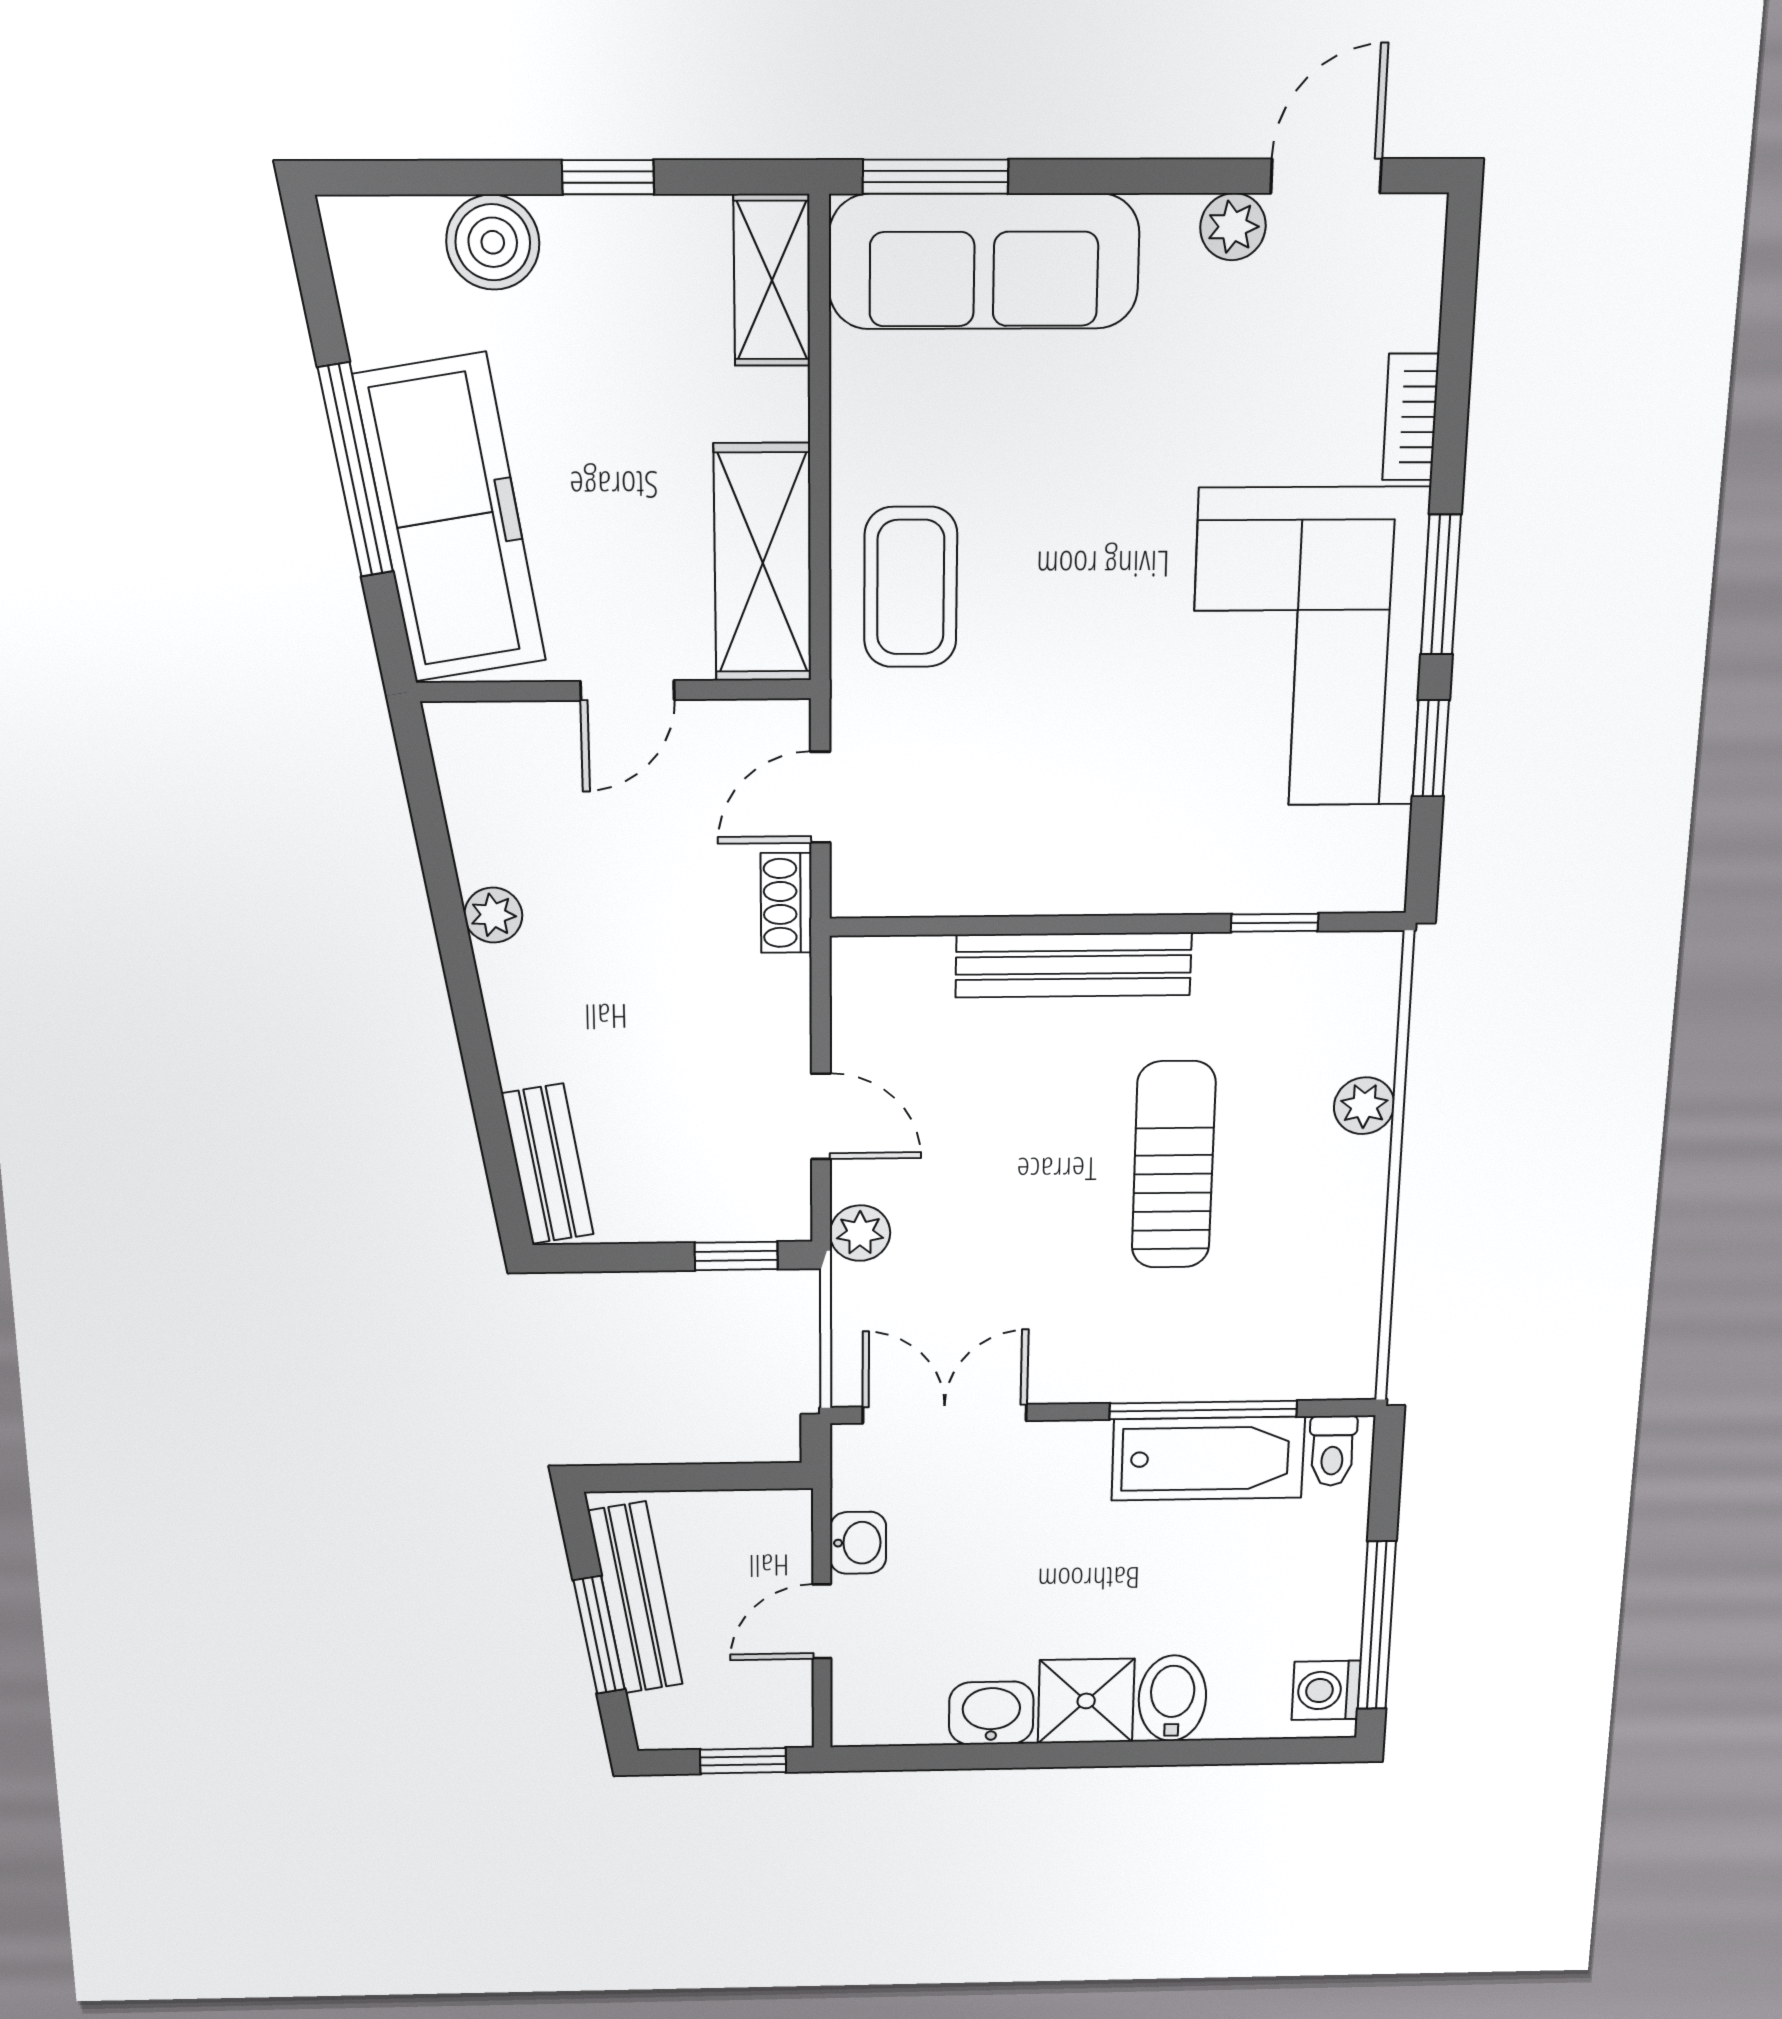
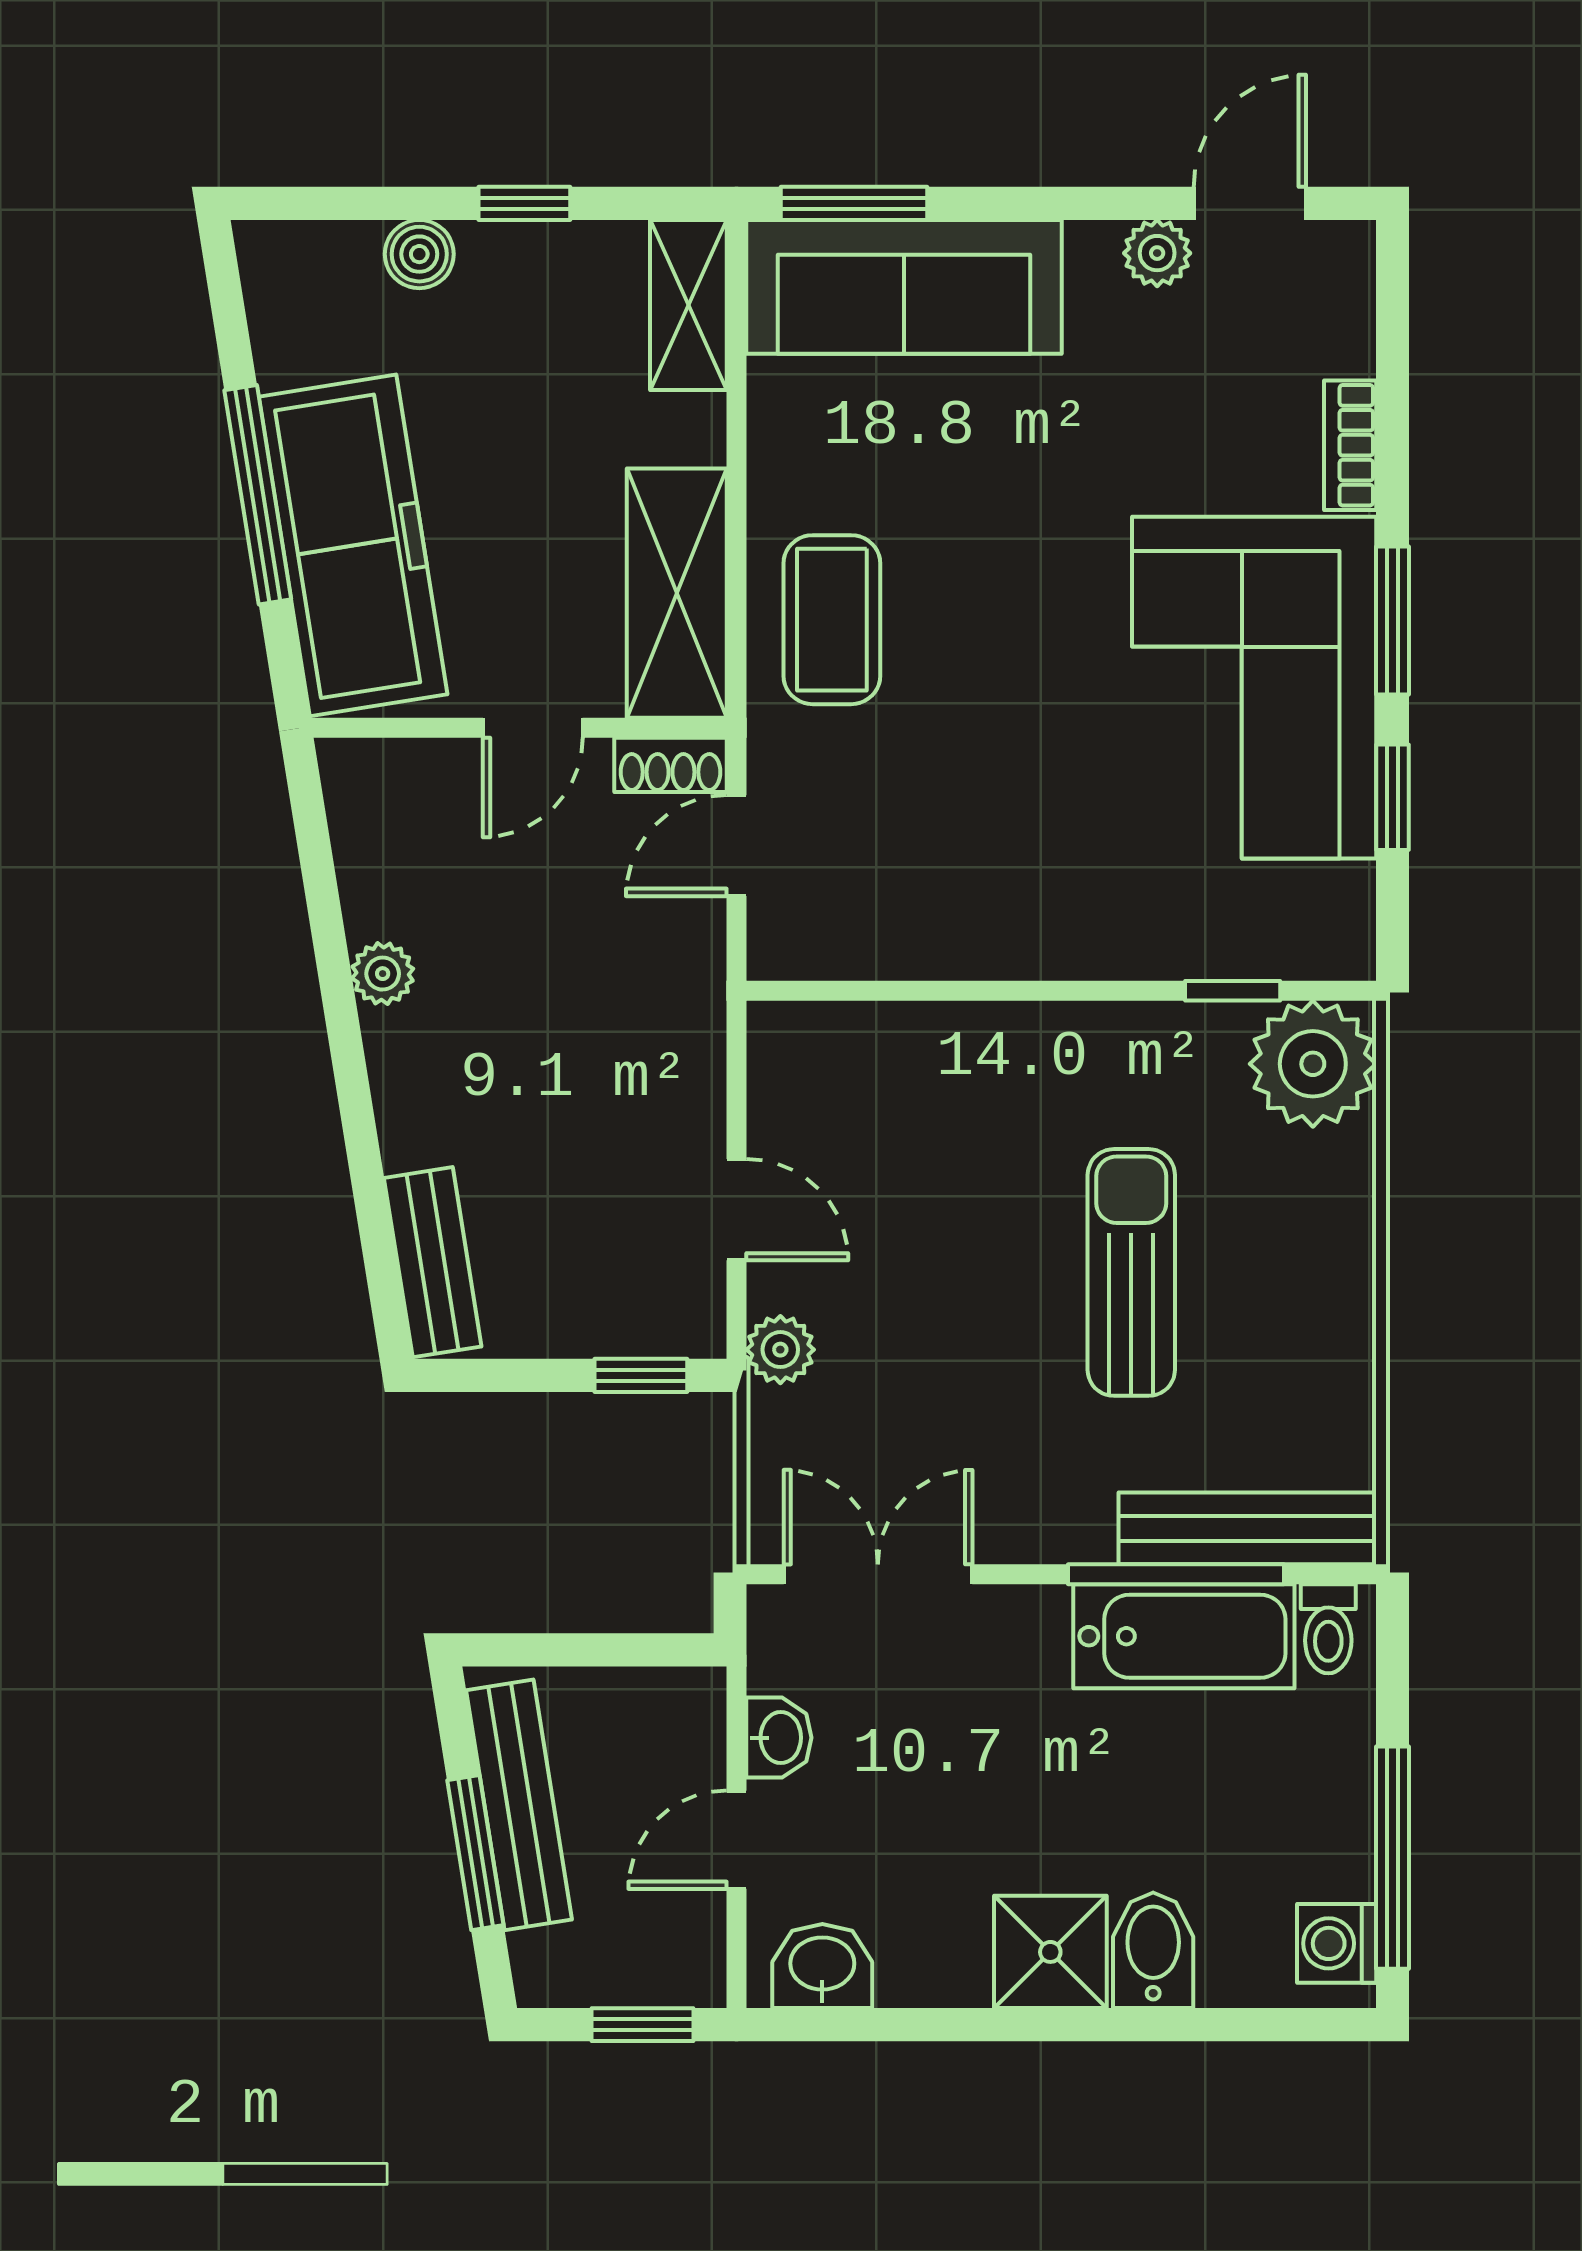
boiler: (493, 242) -> (419, 254), width x0.73, depth x0.73
shoe rack: (786, 903) -> (671, 765), moved, turned -90
bench: (1074, 965) -> (1247, 1528), moved
plant: (1364, 1106) -> (1313, 1064), moved, width x1.88, depth x1.88
washbasin: (991, 1713) -> (822, 1966), moved

